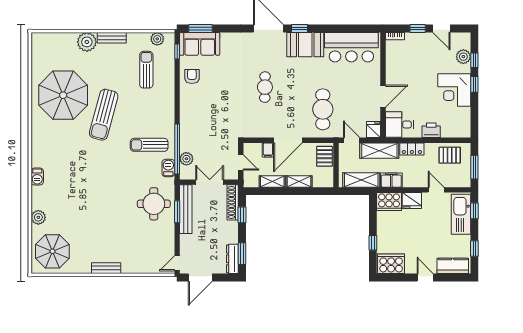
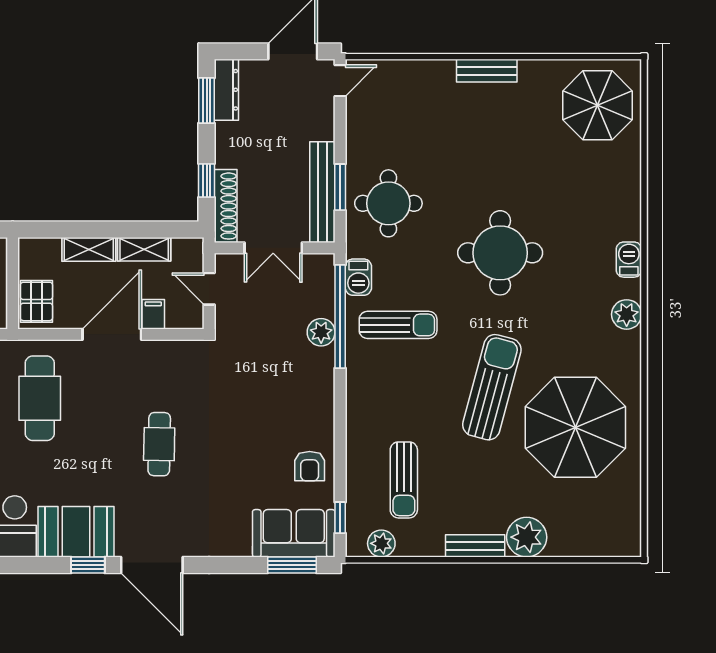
plant: (186, 159) -> (321, 332), moved
round table: (100, 180) -> (500, 253), added
plant: (38, 217) -> (627, 314), moved

